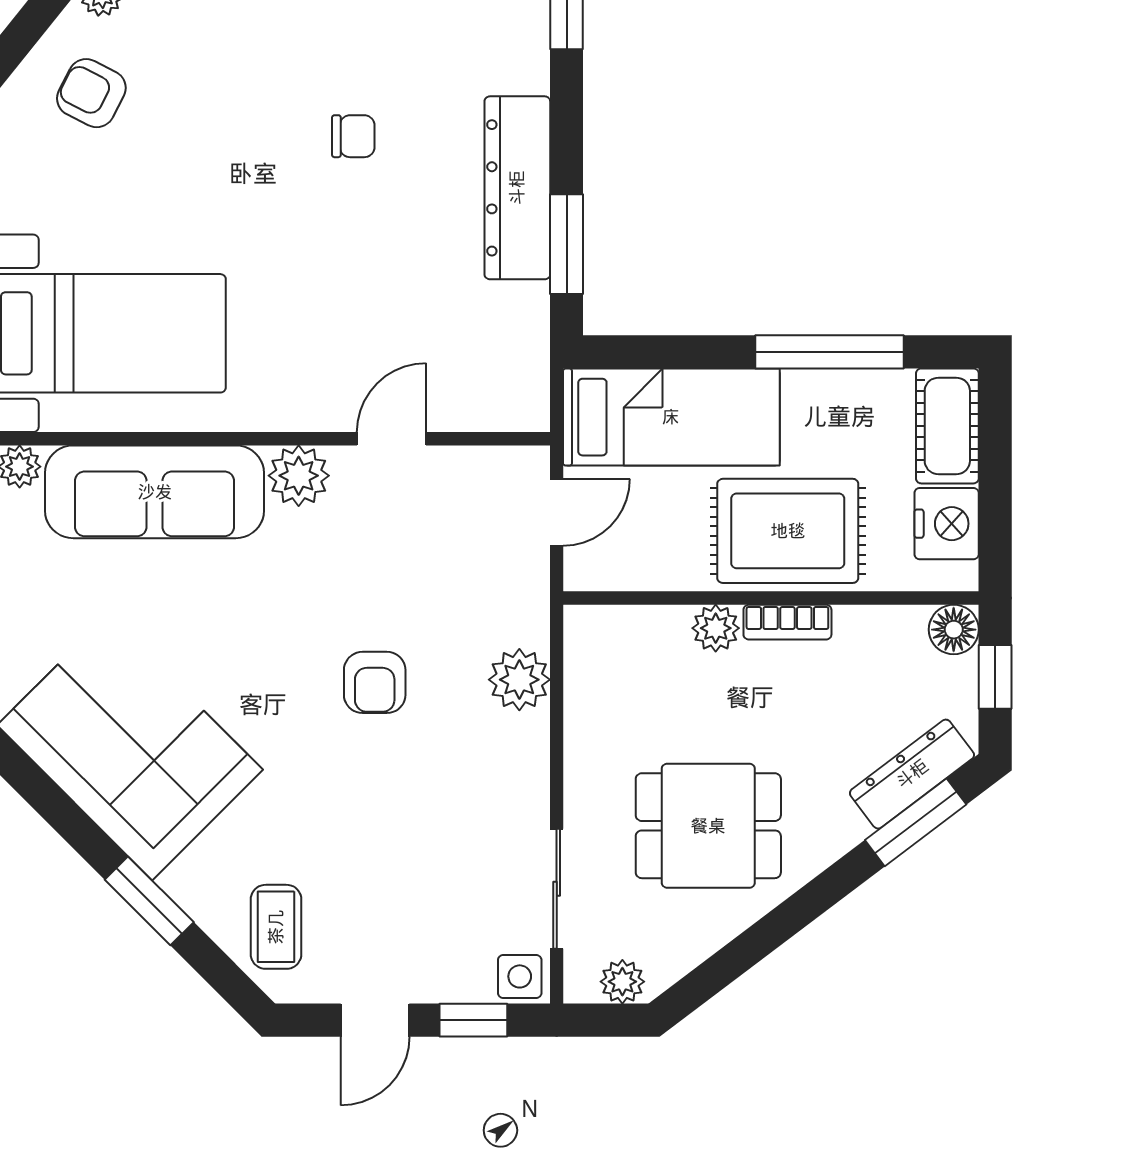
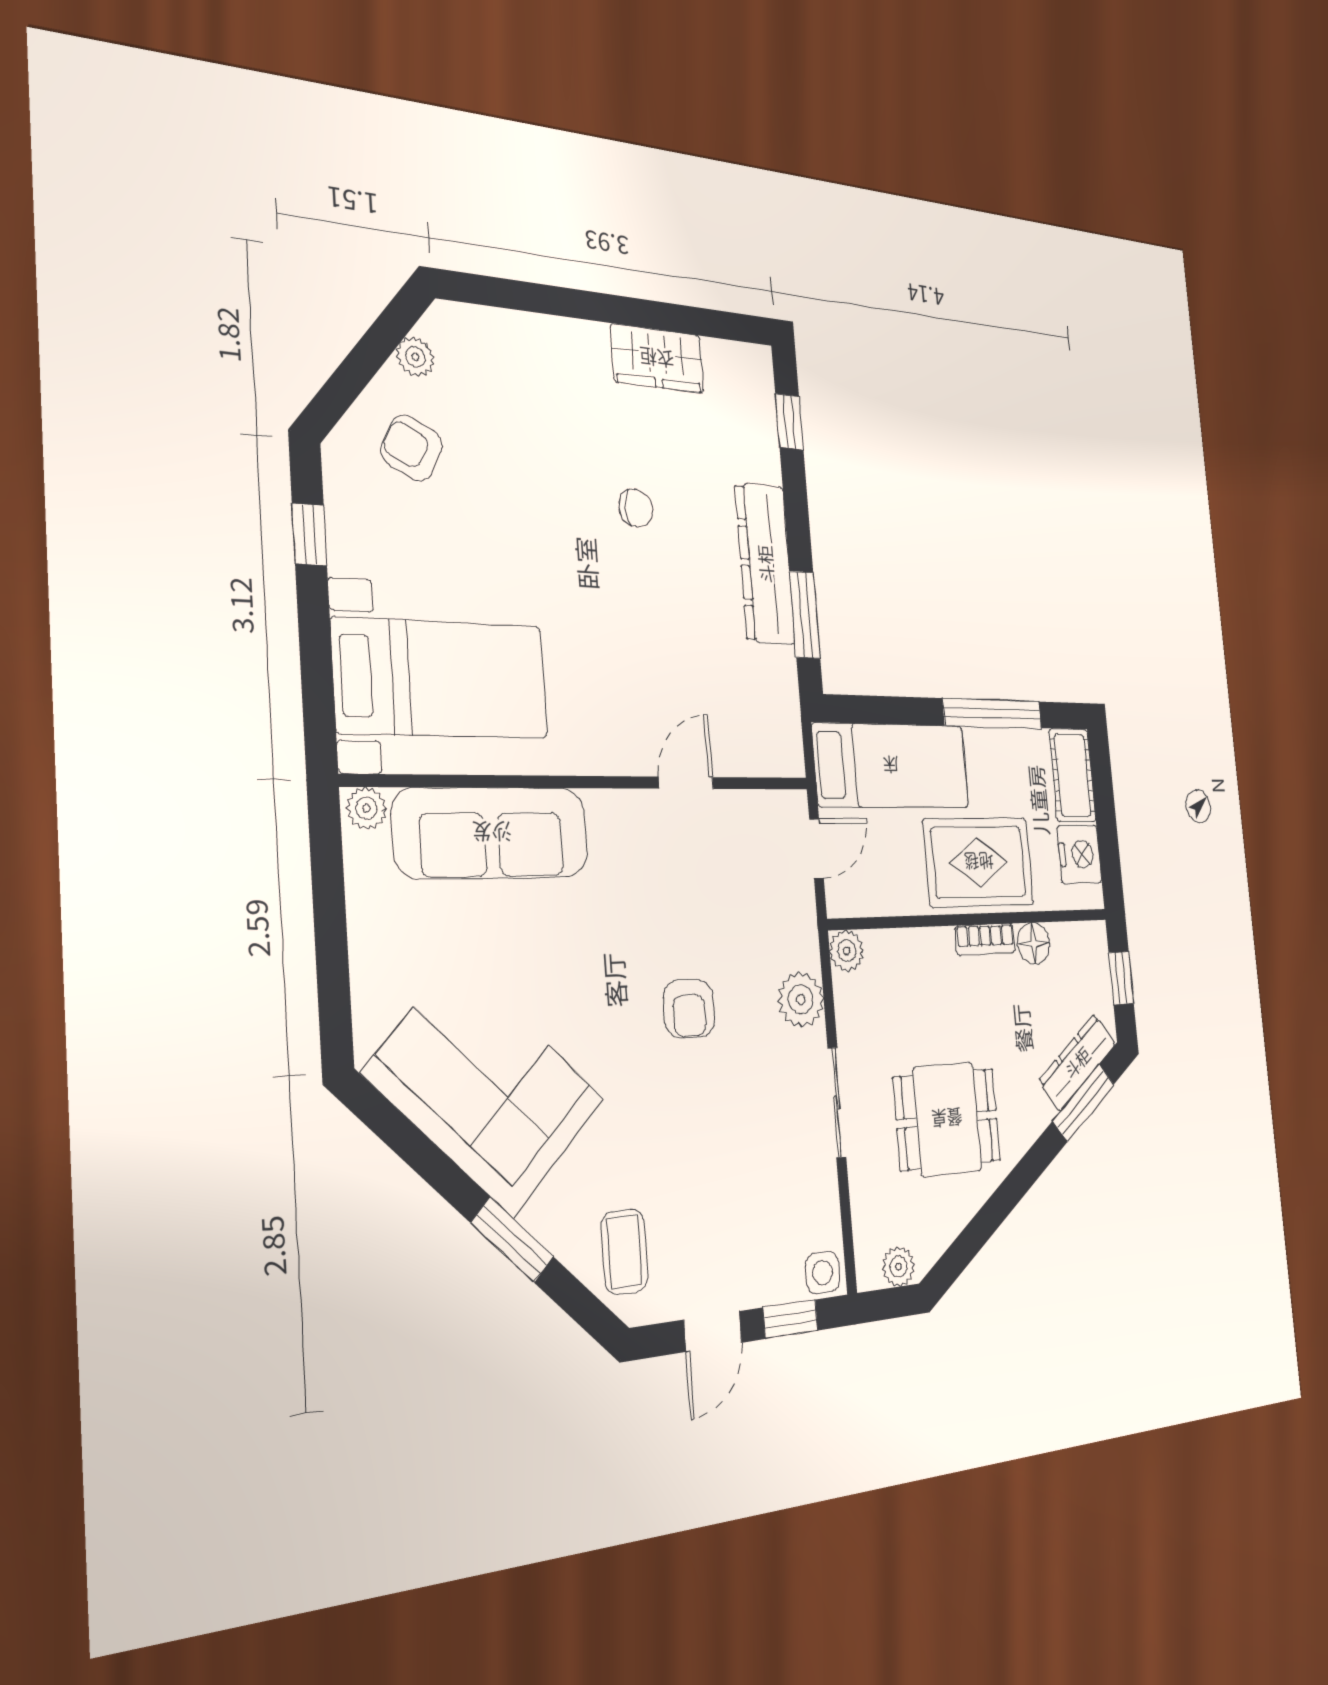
plant: (299, 476) -> (614, 817), removed
plant: (716, 628) -> (847, 951), moved
floor lamp: (954, 630) -> (1033, 943), moved
sliding door: (557, 889) -> (837, 1103), moved

